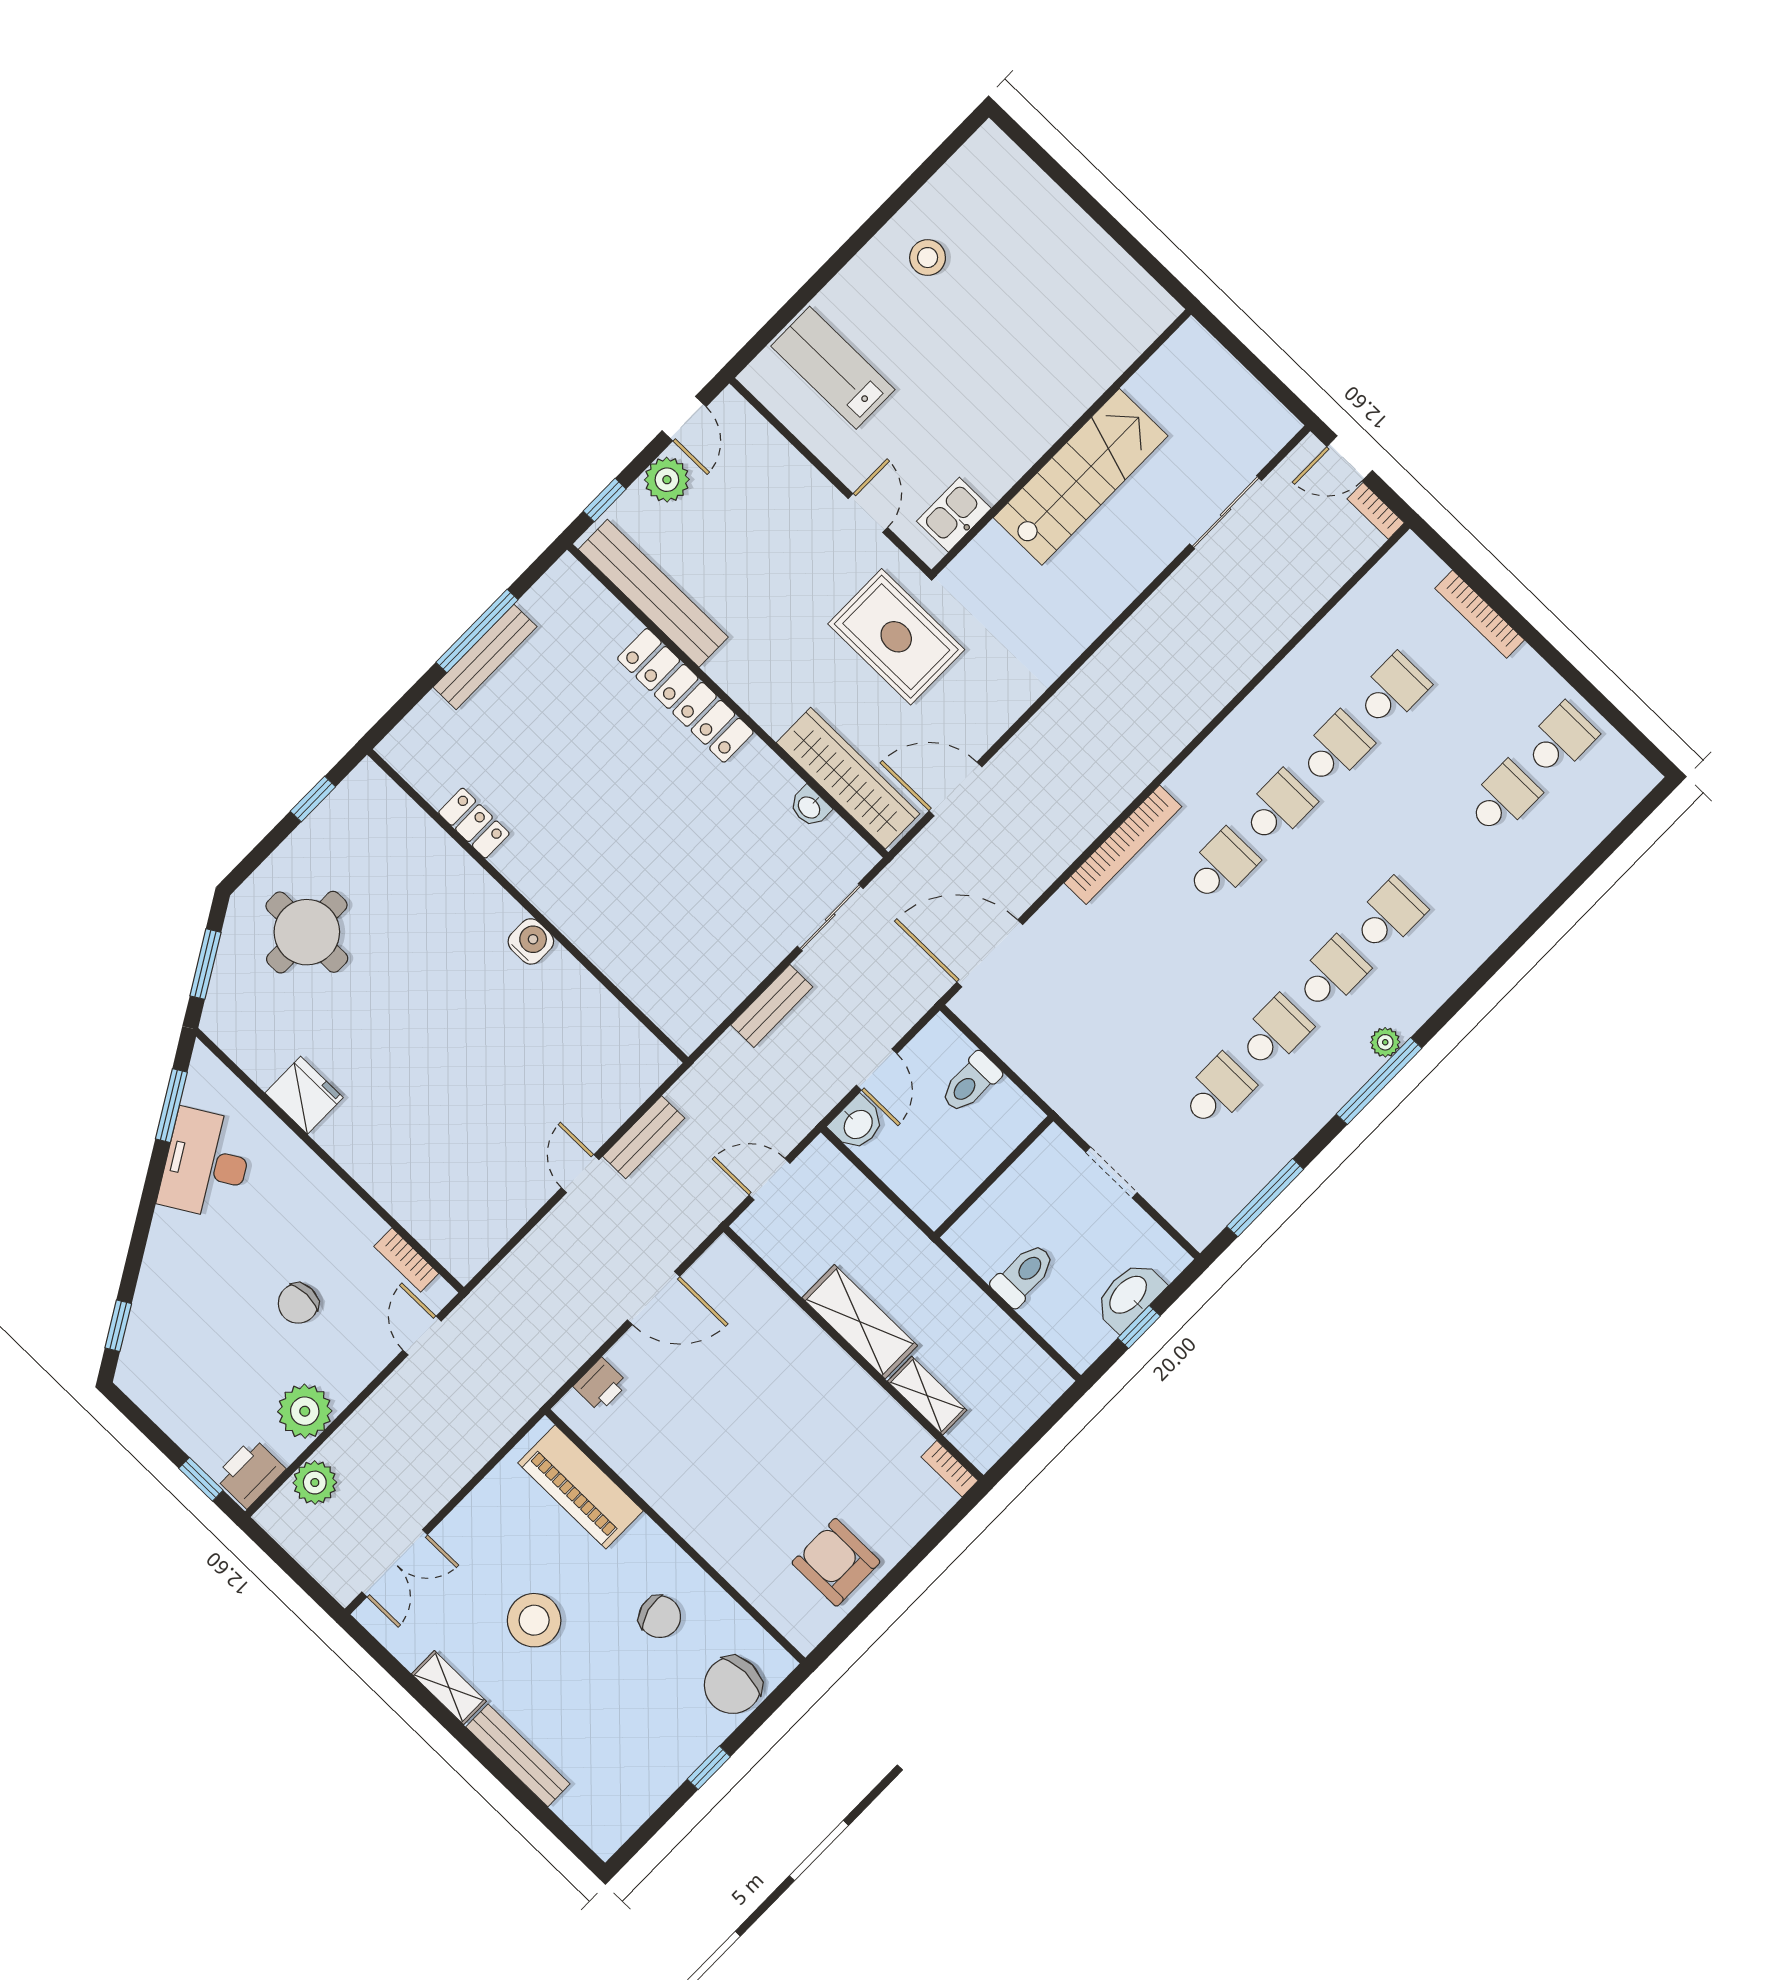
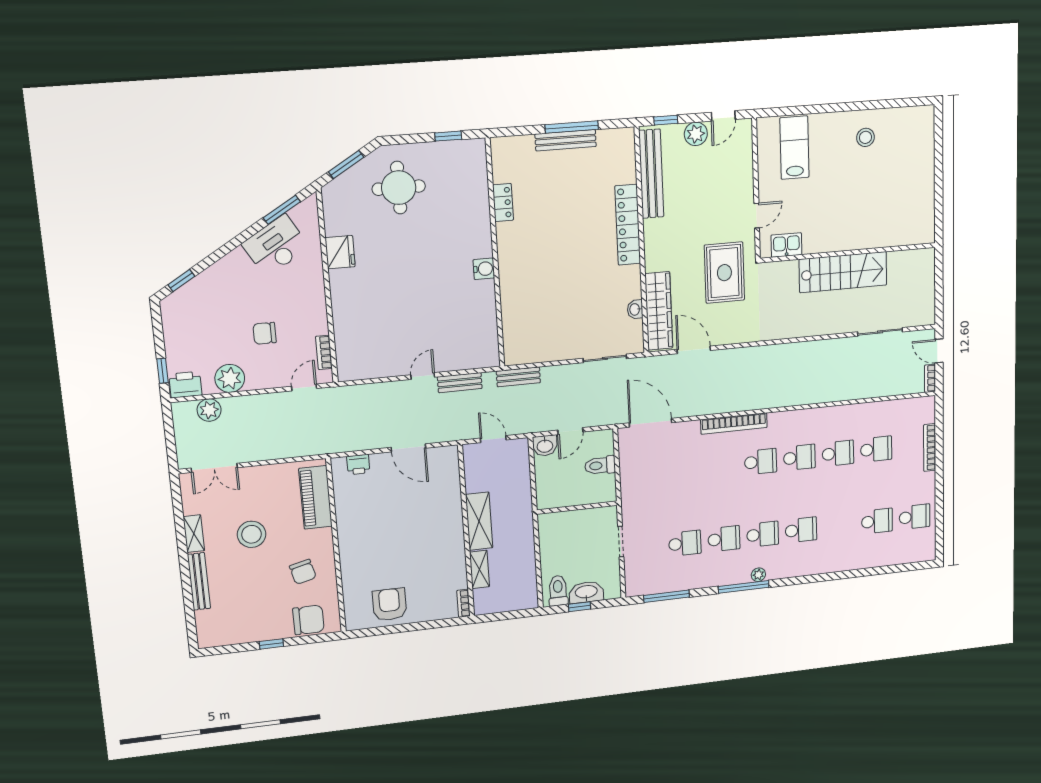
bench: (772, 1006) -> (518, 377), moved
toilet: (1024, 1275) -> (558, 591), moved, turned -90
chair: (733, 1685) -> (308, 620), turned 180

